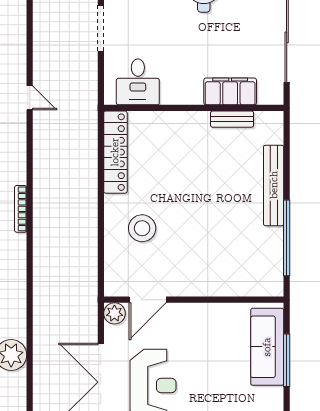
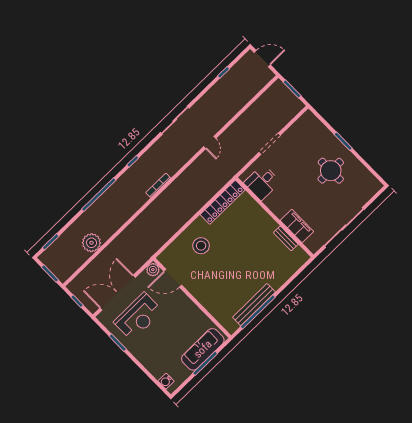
bench: (274, 185) -> (254, 305), moved

